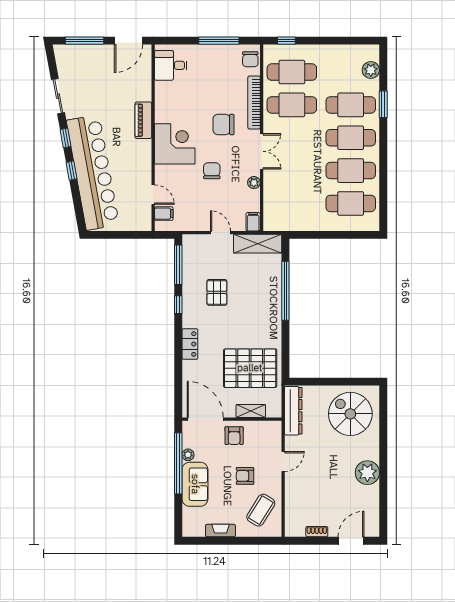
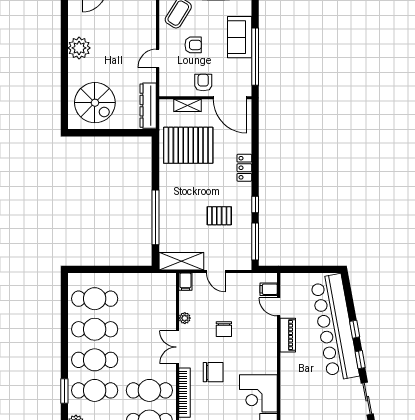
piano: (143, 120) -> (288, 335), moved
corner desk: (175, 144) -> (258, 393), moved
pallet: (217, 292) -> (219, 216), turned 90
plant: (188, 455) -> (246, 65), removed

